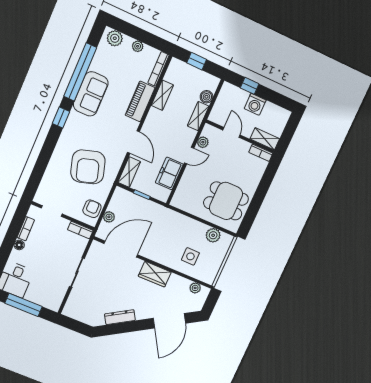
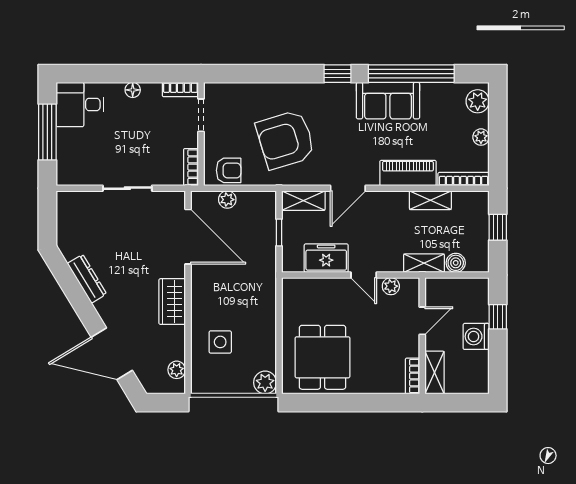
bookcase: (26, 229) -> (180, 90), moved
plant: (213, 235) -> (265, 383), moved

